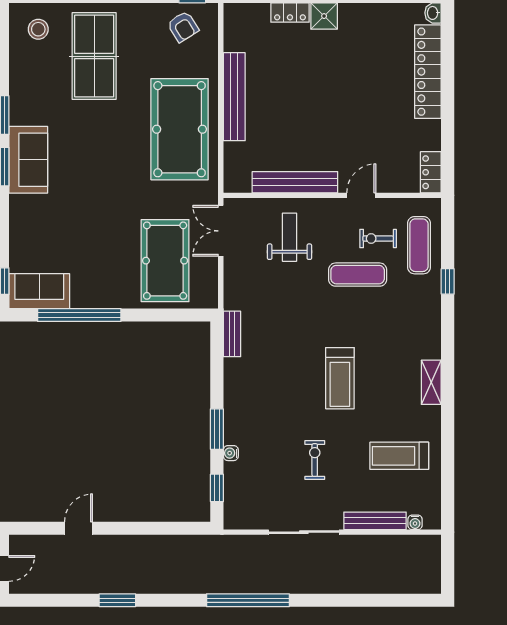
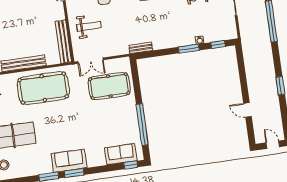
bench: (295, 182) -> (63, 42), moved
weight bench: (290, 237) -> (89, 26), turned 180
sofa: (39, 291) -> (121, 154), moved, turned 90

